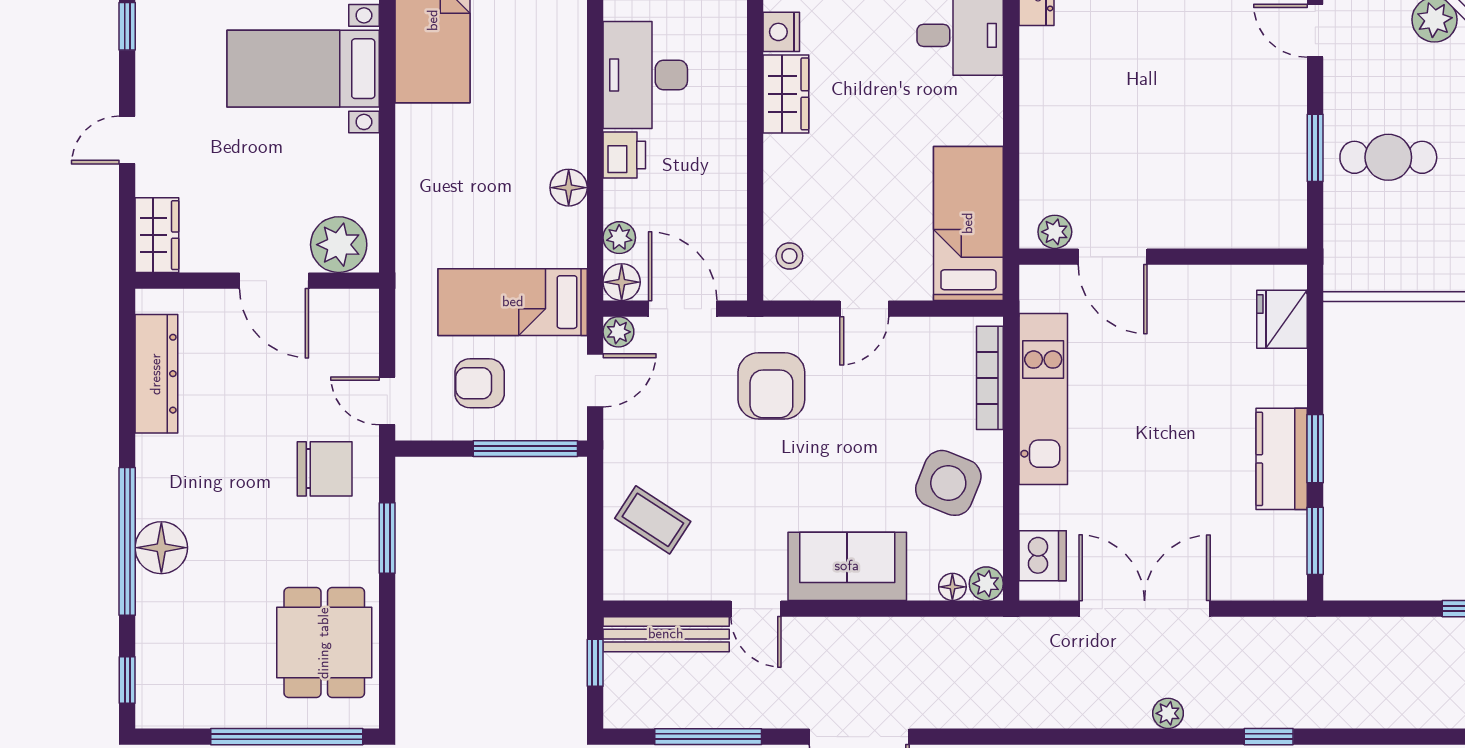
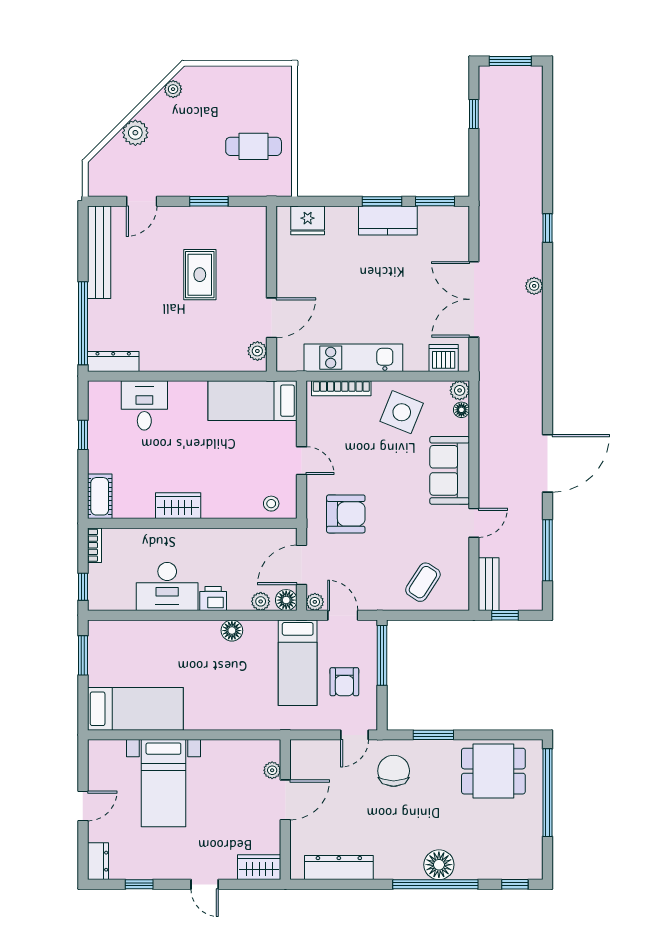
nightstand: (781, 32) -> (142, 508), removed
rug: (1188, 132) -> (200, 275), added
cafe table: (1388, 157) -> (254, 146), moved, turned 90
plant: (339, 245) -> (272, 770), width x0.53, depth x0.53
bench: (666, 634) -> (489, 584), width x0.73

